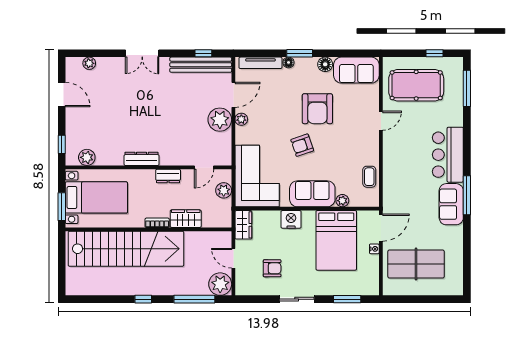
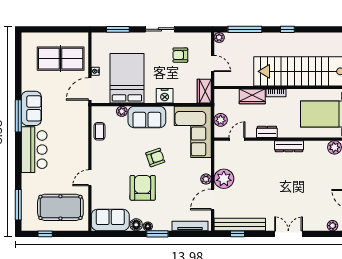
floor lamp: (289, 62) -> (148, 226), moved
plant: (220, 284) -> (219, 38), width x0.53, depth x0.53

